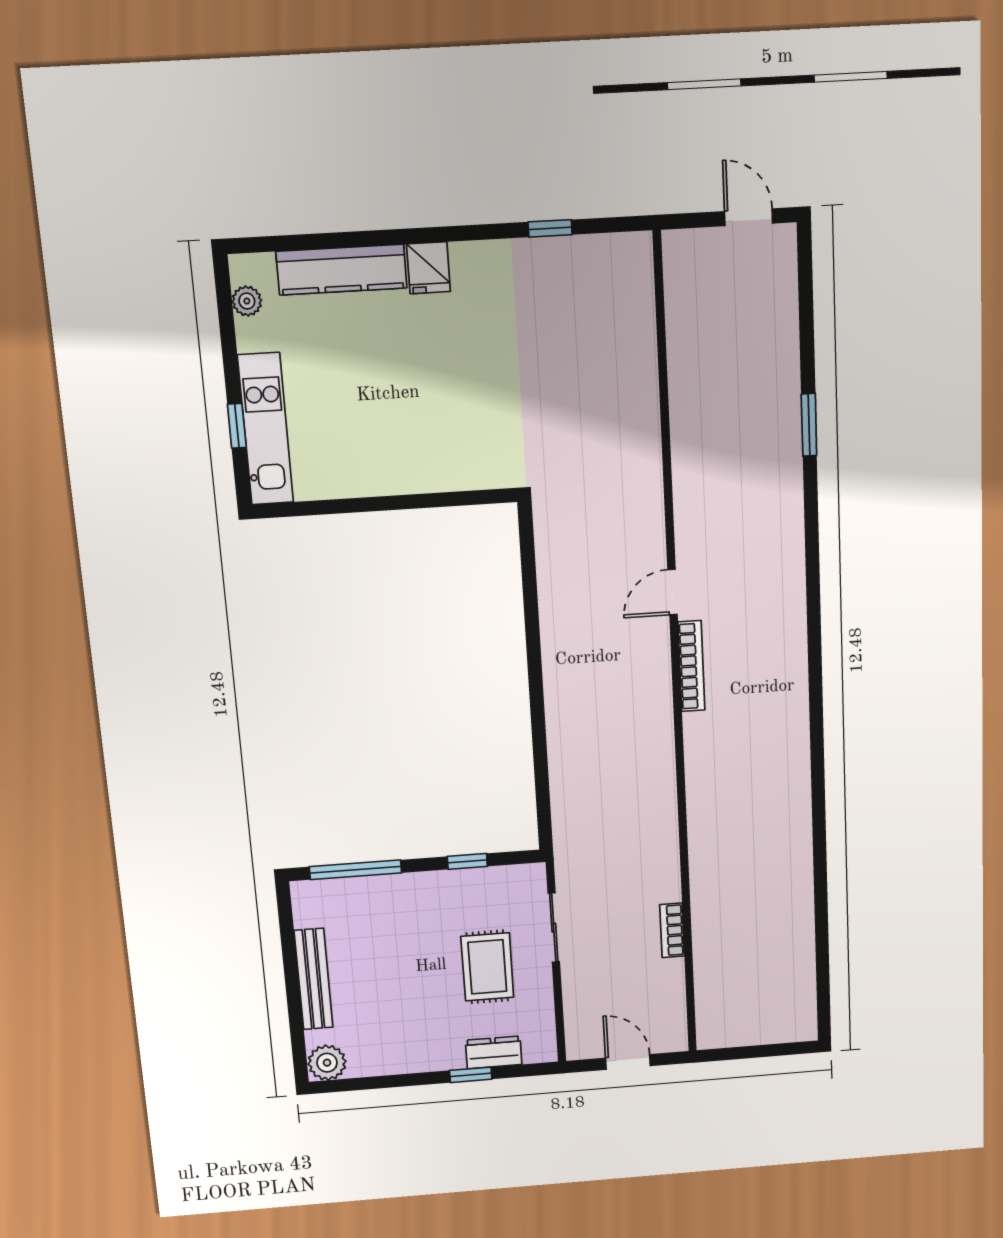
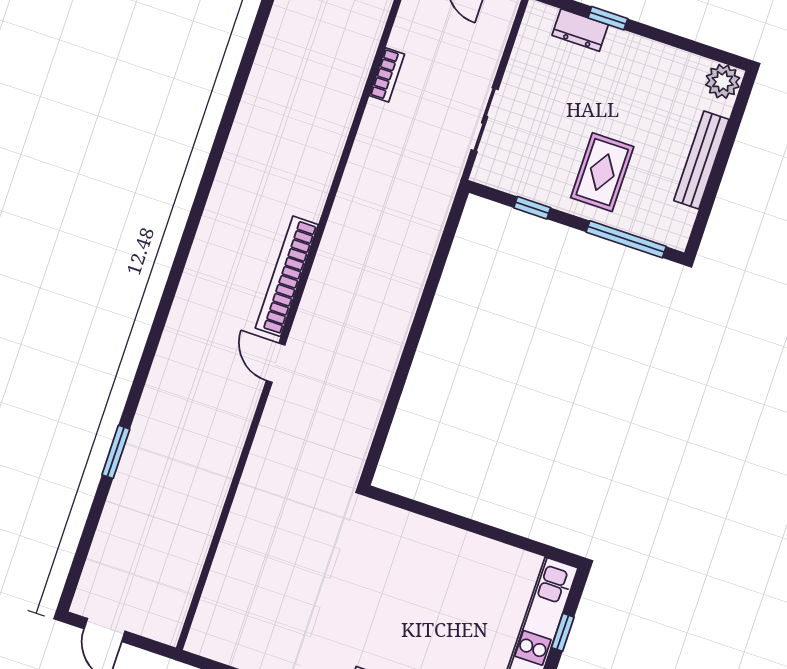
door: (672, 592) -> (276, 363), swing flipped
bookcase: (691, 666) -> (287, 276), width x1.48, depth x1.31
rug: (487, 967) -> (602, 172), moved

